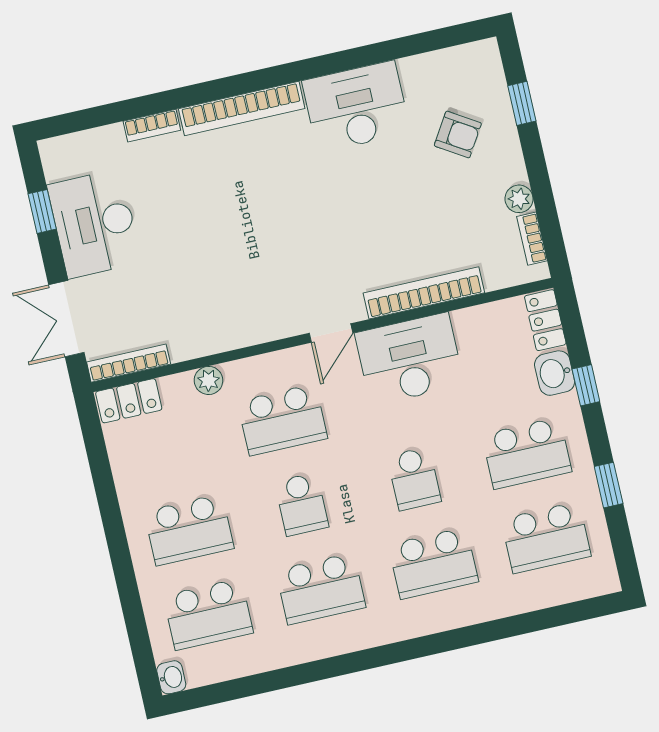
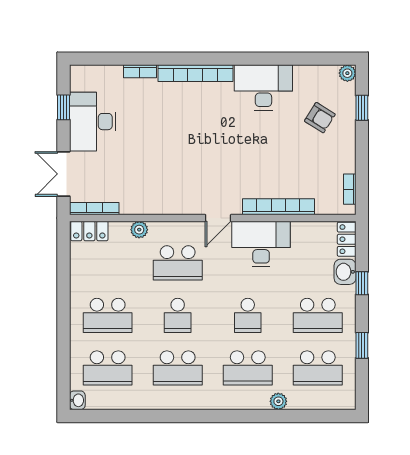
plant: (519, 199) -> (347, 73), moved
plant: (495, 605) -> (278, 401), added

